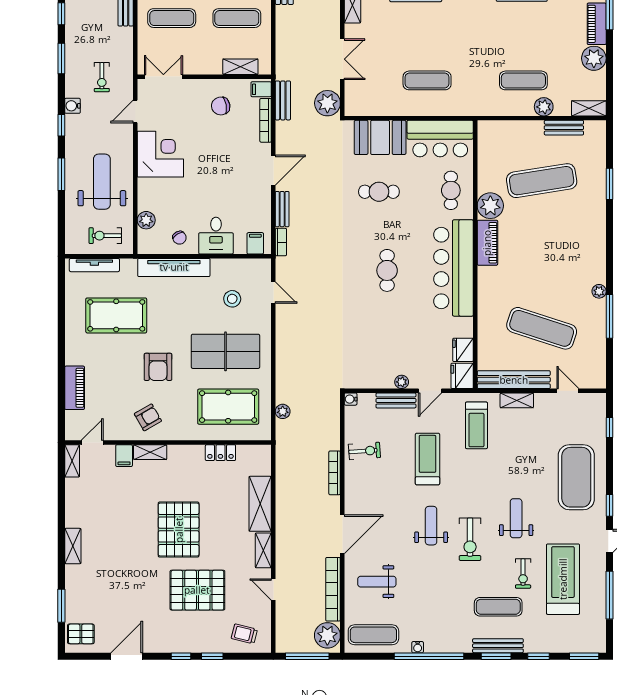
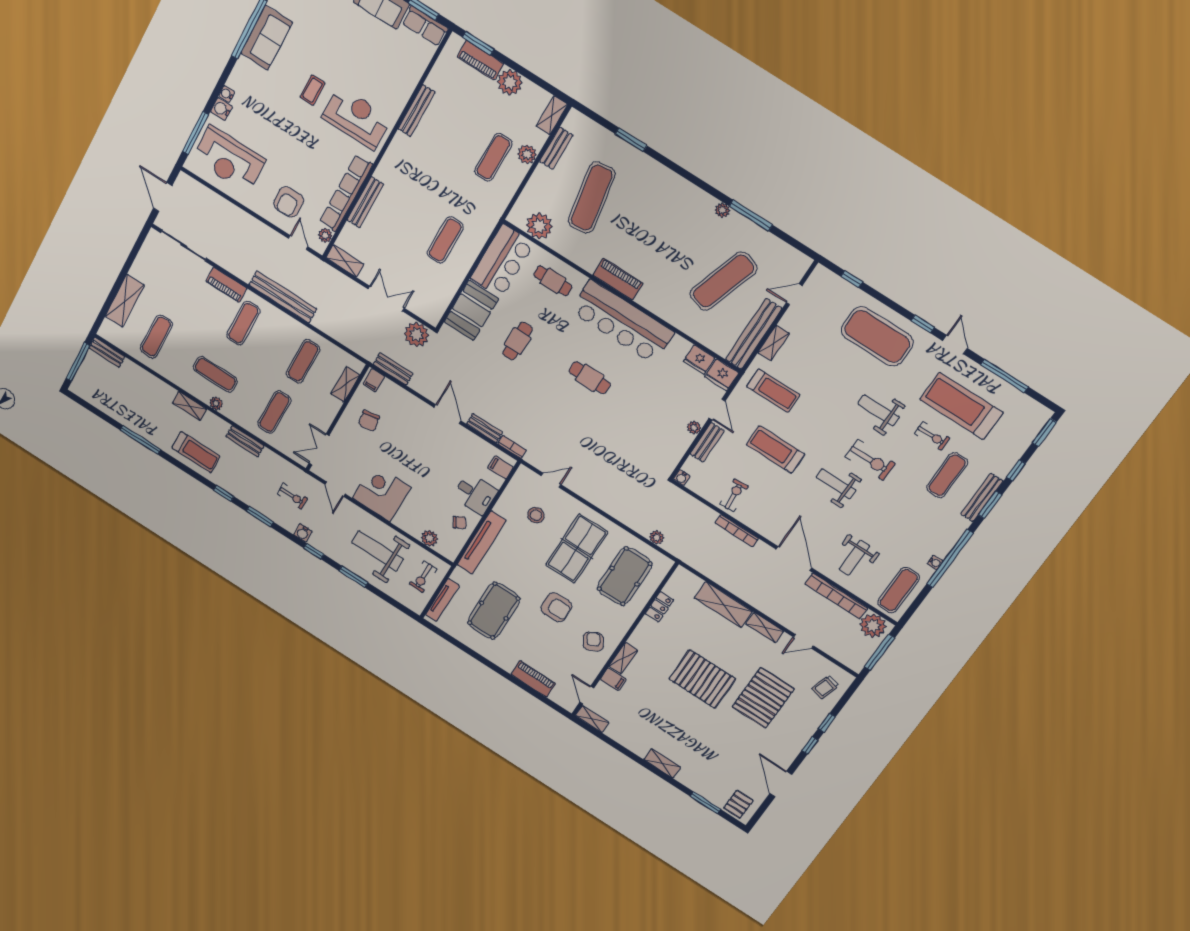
bookcase: (266, 120) -> (402, 393), removed
plant: (490, 206) -> (539, 226), moved

